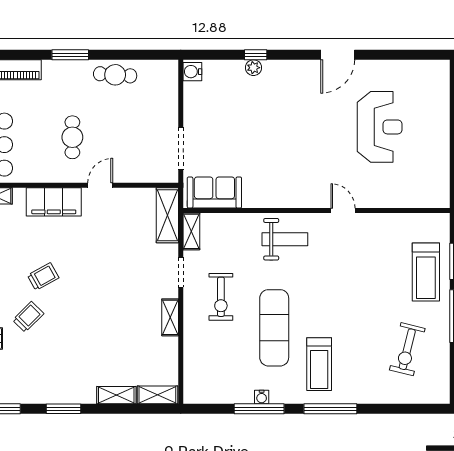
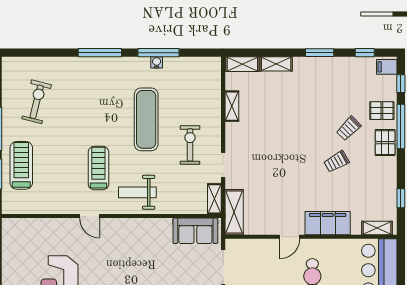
shelving: (170, 317) -> (232, 106), moved
treadmill: (319, 364) -> (98, 168), moved

